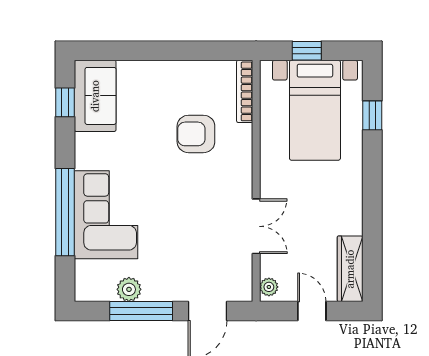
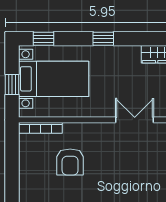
window: (372, 115) -> (44, 39), moved
window: (372, 181) -> (103, 39), added

